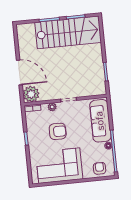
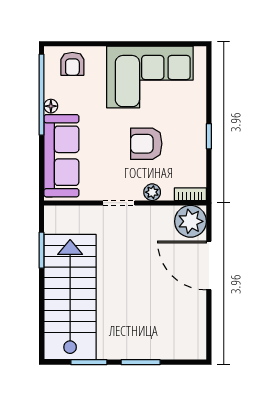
stairs: (68, 32) -> (70, 297), moved, turned 90

